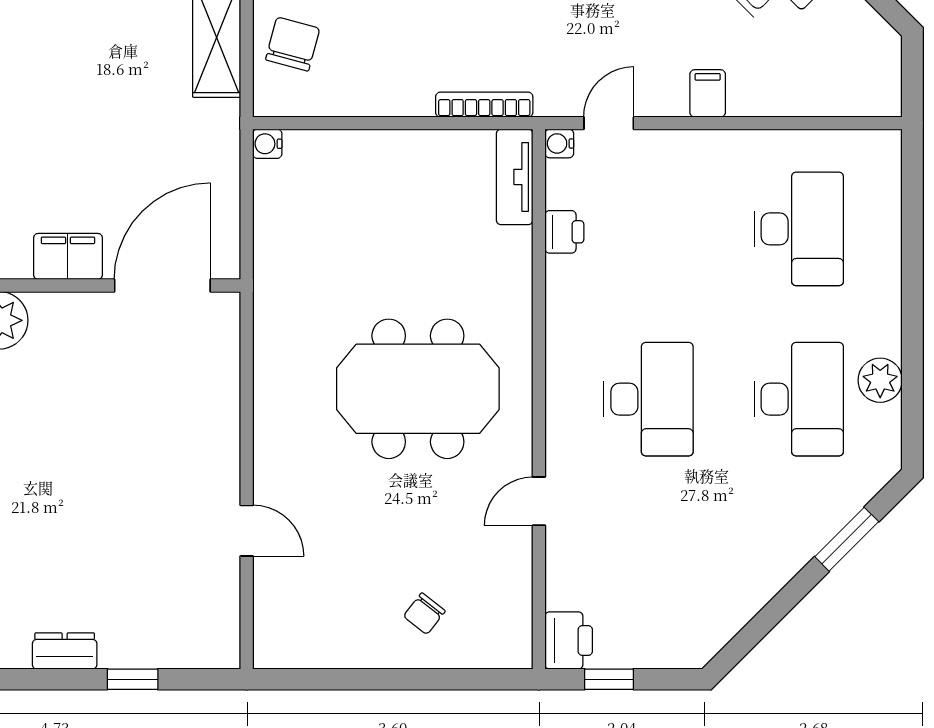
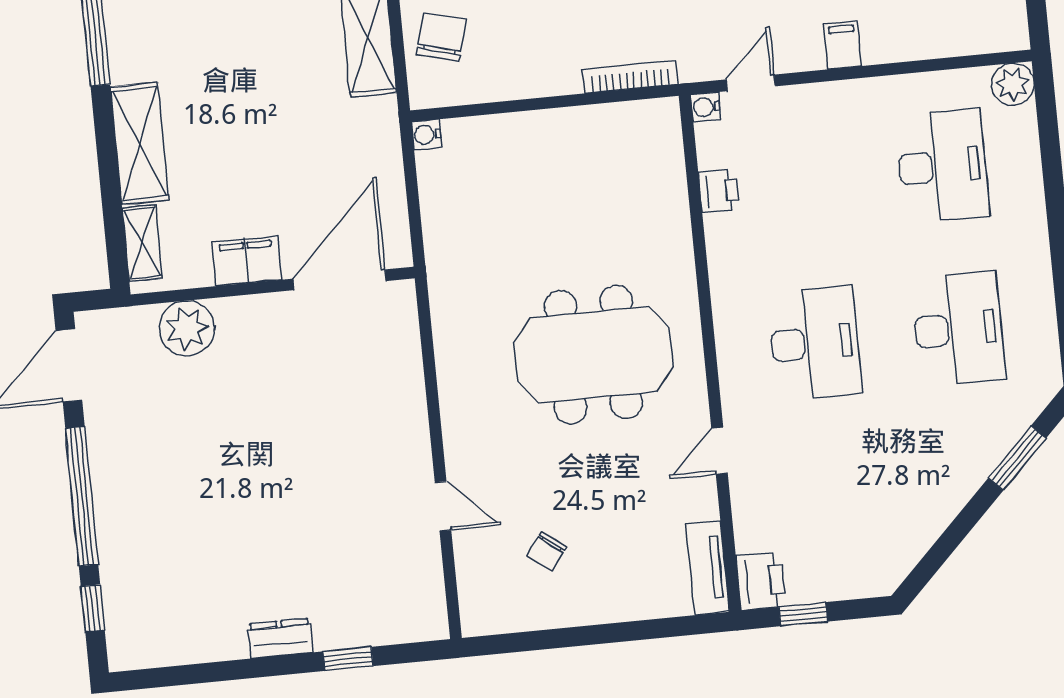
tv unit: (515, 177) -> (708, 568), moved
plant: (880, 380) -> (1013, 84), moved
chair: (424, 614) -> (547, 551), moved

